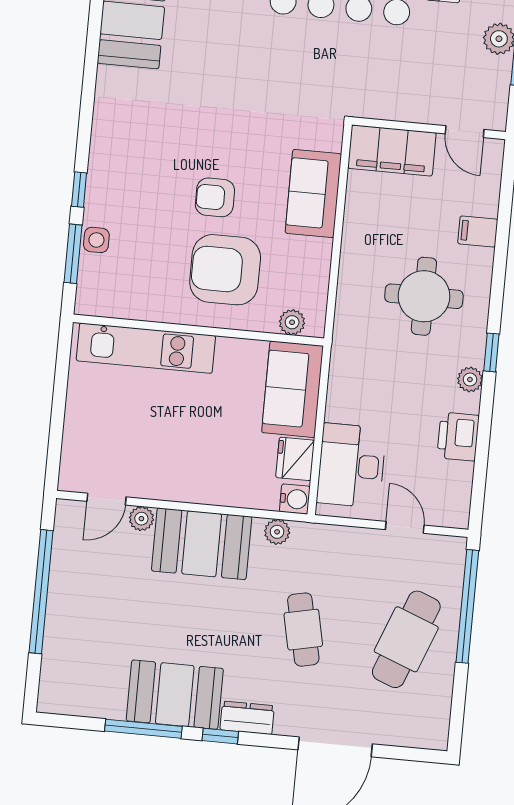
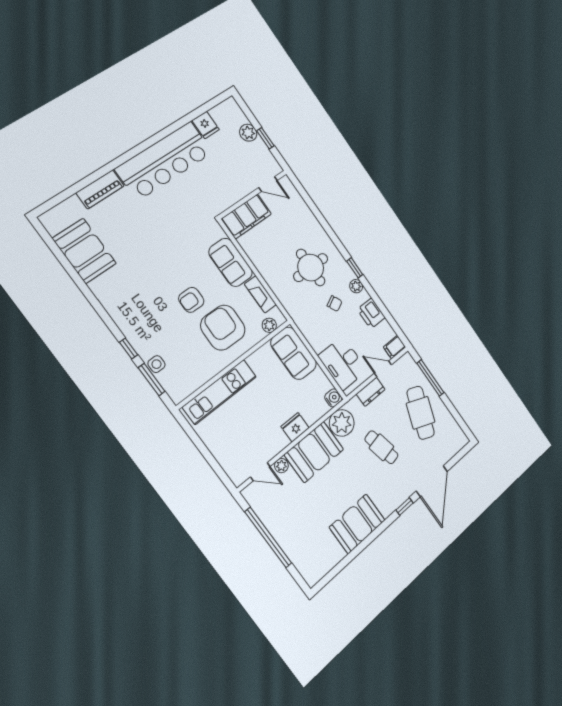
filing cabinet: (478, 231) -> (395, 347), moved
armchair: (225, 270) -> (223, 328), turned 91
fireplace: (317, 271) -> (260, 294), added
chair: (415, 375) -> (335, 304), added
fridge: (295, 459) -> (295, 427), moved, turned 90
door: (106, 499) -> (260, 472), hinge flipped
plant: (277, 532) -> (342, 423), width x1.87, depth x1.87
window: (467, 606) -> (430, 378), width x0.68
dresser: (247, 718) -> (371, 392), moved, turned 180
window: (143, 729) -> (358, 550), removed
window: (220, 736) -> (405, 507), moved

